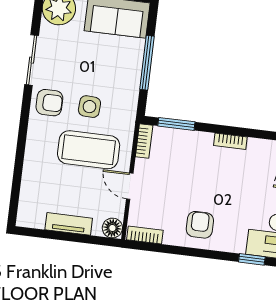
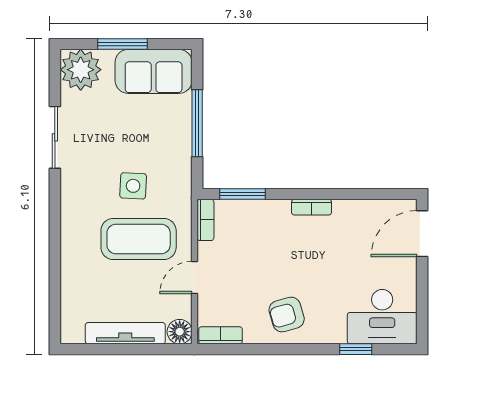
armchair: (49, 103) -> (83, 187), removed
door: (130, 186) -> (195, 277), hinge flipped
tv unit: (69, 224) -> (125, 333), width x1.41
armchair: (200, 225) -> (287, 315), turned -106

